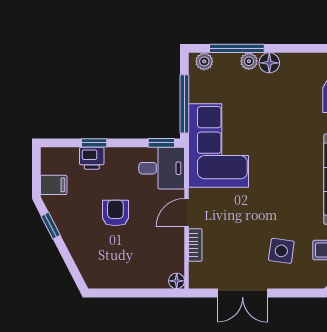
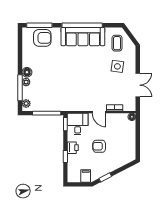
corner sofa: (219, 145) -> (67, 97), removed
printer: (92, 158) -> (73, 148), moved

